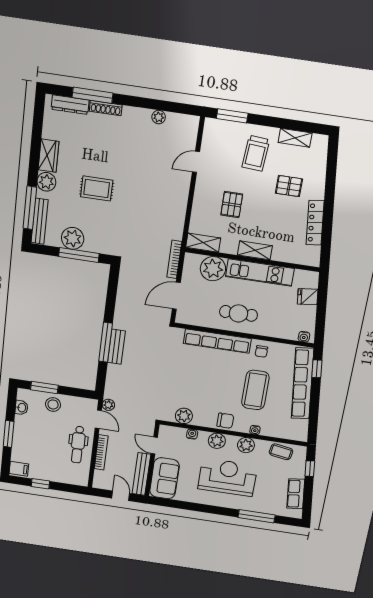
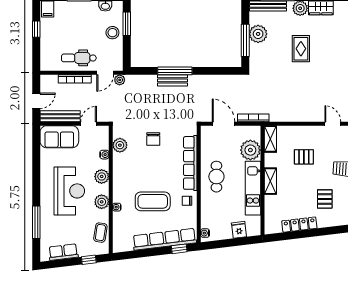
chair: (225, 421) -> (153, 139), moved

